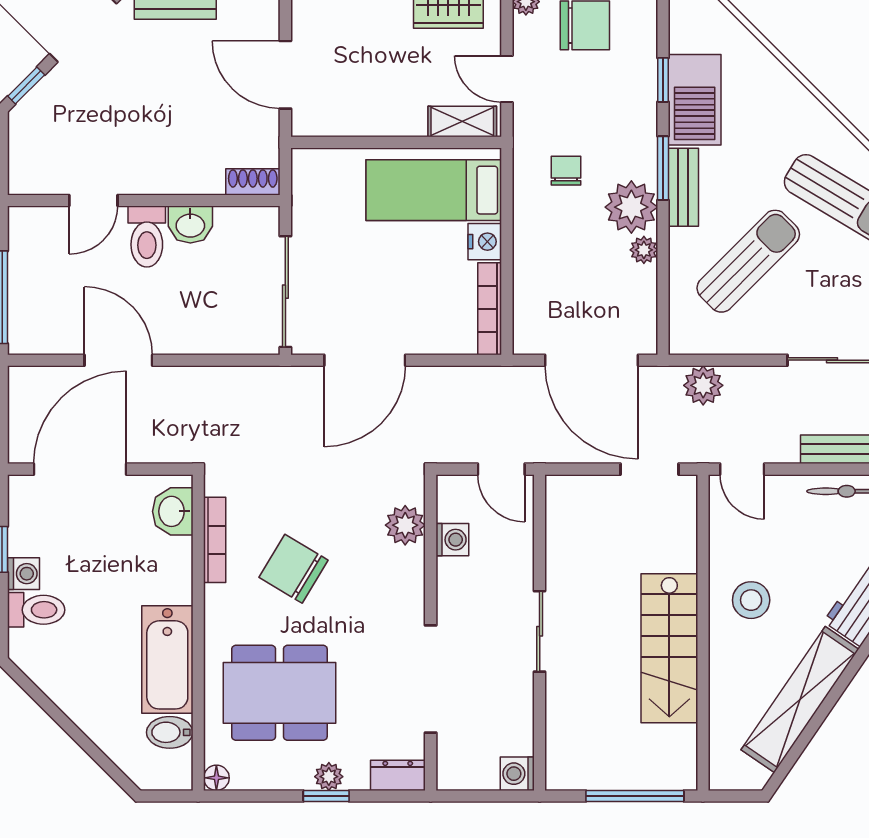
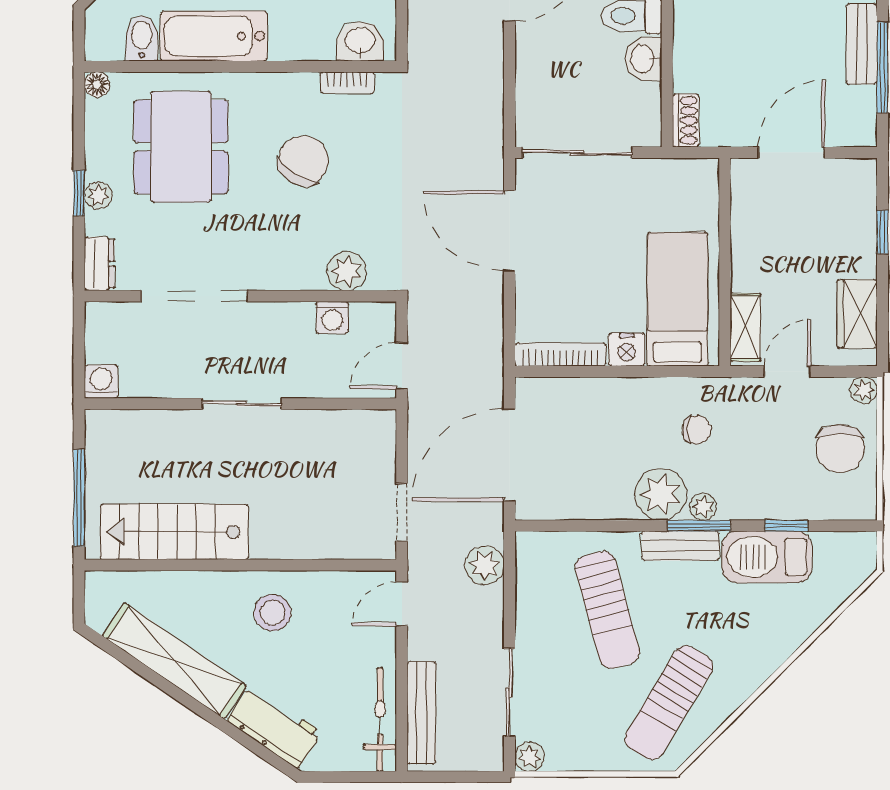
plant: (644, 250) -> (703, 507), moved
sun lounger: (748, 261) -> (607, 610), turned 30
bookcase: (215, 540) -> (347, 83), width x0.64
stairs: (669, 648) -> (174, 532), moved

